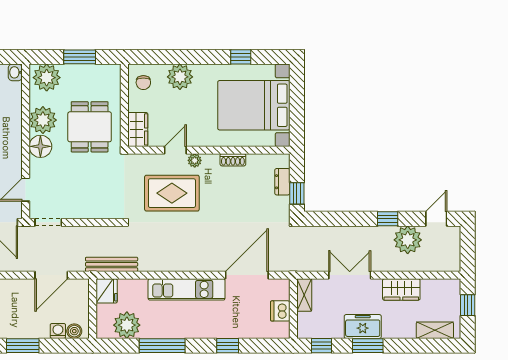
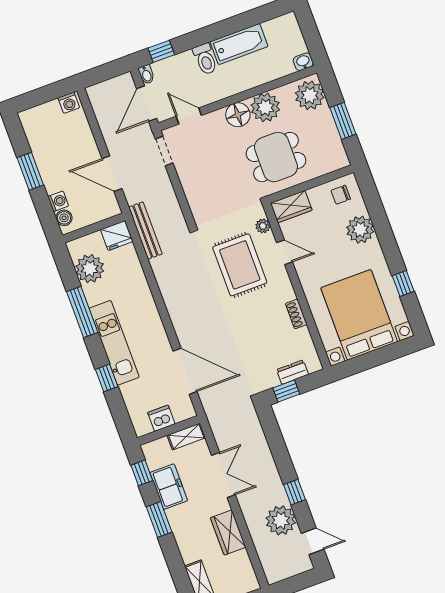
plant: (195, 160) -> (263, 226), moved
kitchen unit: (187, 289) -> (114, 343), moved, turned 180
freezer: (363, 327) -> (169, 487), moved

